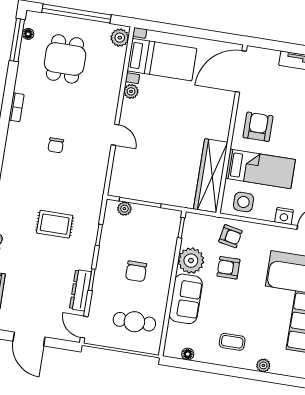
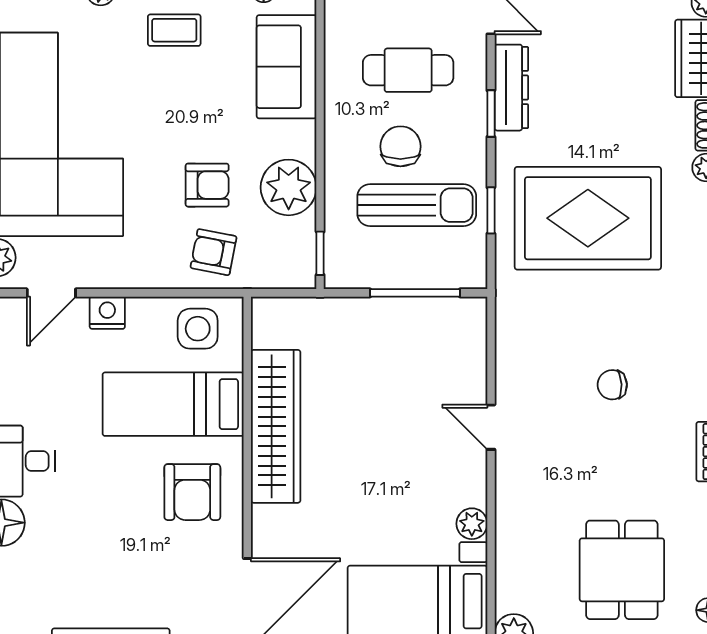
chair: (56, 145) -> (612, 385), turned -93
wardrobe: (211, 176) -> (276, 426), moved
plant: (124, 209) -> (446, 274), removed
rug: (55, 224) -> (588, 218), width x1.86, depth x2.06
sun lounger: (133, 243) -> (417, 205), added
sofa: (186, 299) -> (287, 67), moved
cafe table: (134, 322) -> (408, 70), moved

